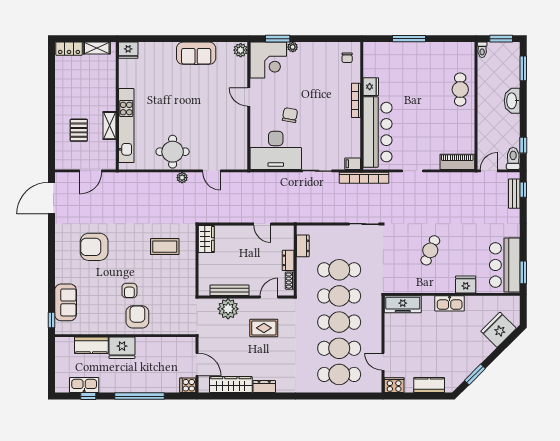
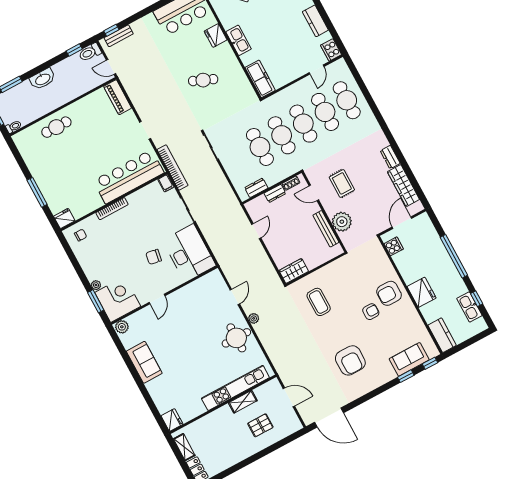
fridge: (371, 87) -> (64, 218), moved
window: (51, 291) -> (406, 376), added
kitchen counter: (91, 345) -> (442, 335), moved
cooker: (188, 385) -> (394, 246), moved, turned -90

